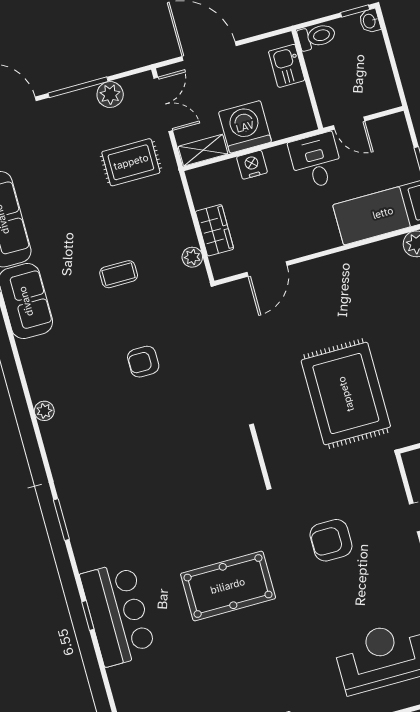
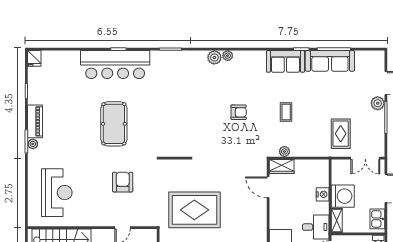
kitchen sink: (287, 66) -> (377, 219), moved, turned -90
plant: (110, 94) -> (378, 103), moved
shelving: (203, 150) -> (337, 220), moved
wardrobe: (215, 230) -> (282, 166), moved
armchair: (143, 362) -> (239, 112), turned 90
plant: (54, 434) -> (214, 57), added
bar counter: (118, 614) -> (115, 65), width x1.36

